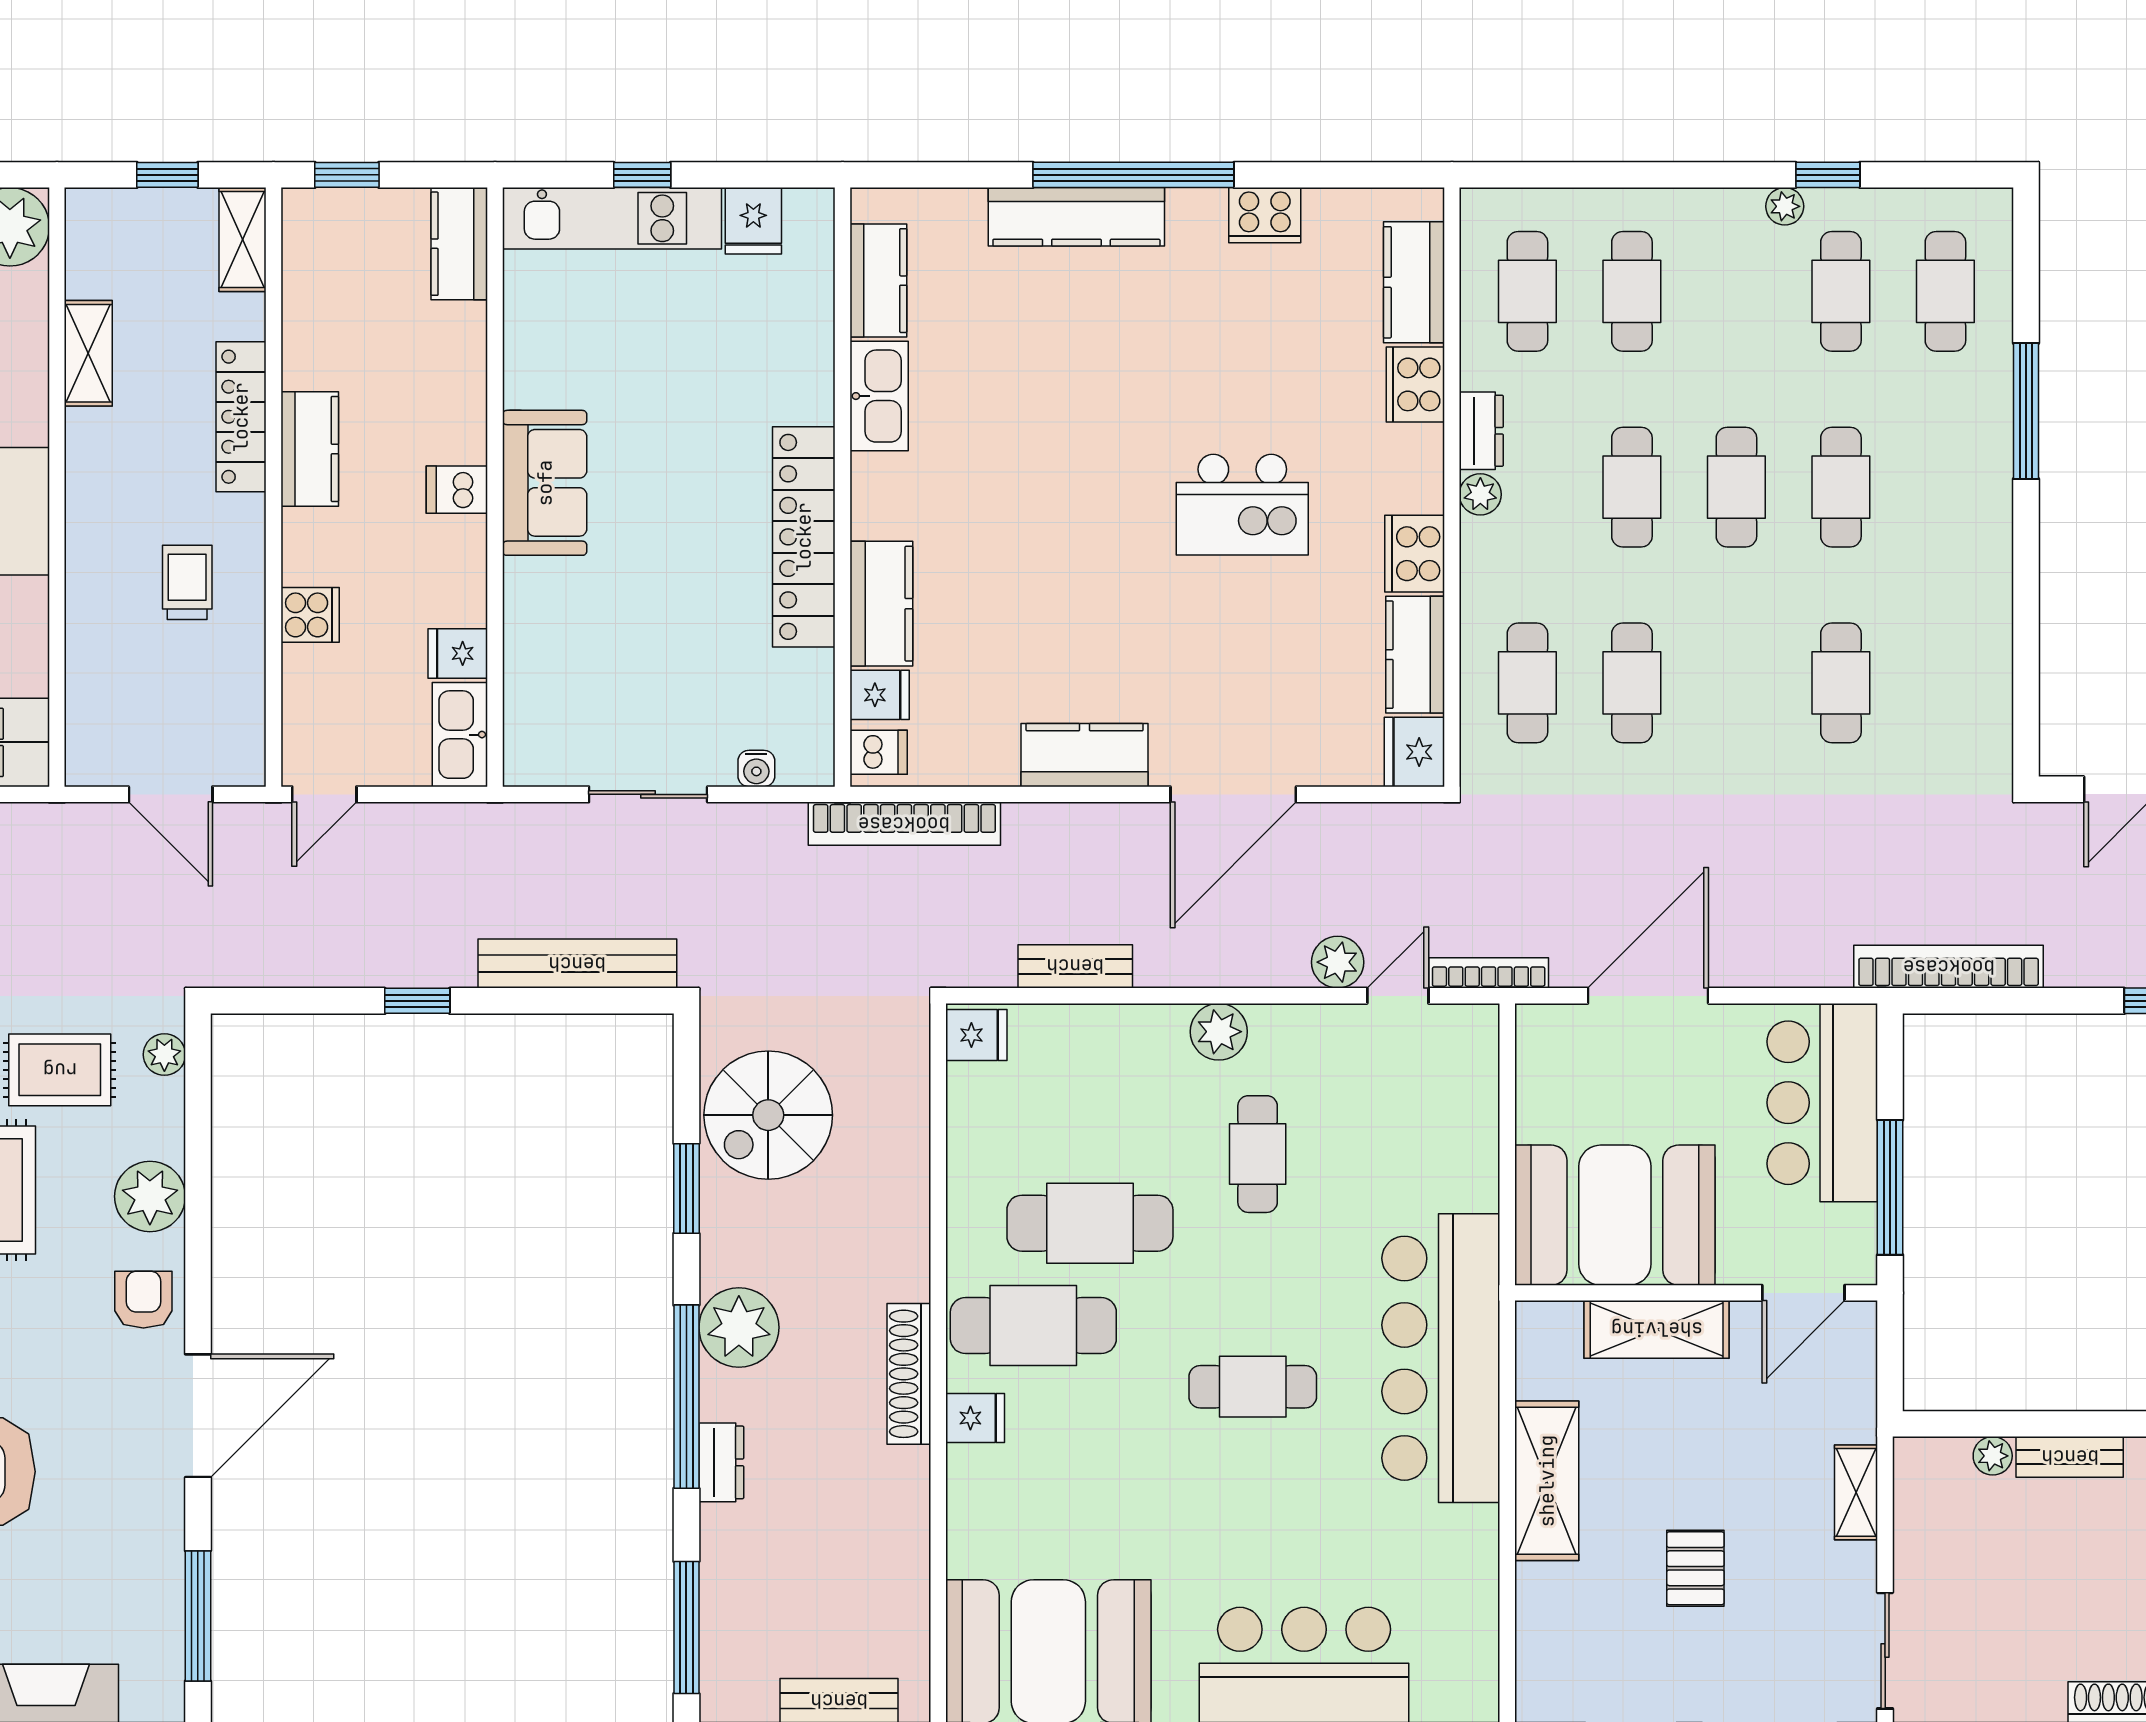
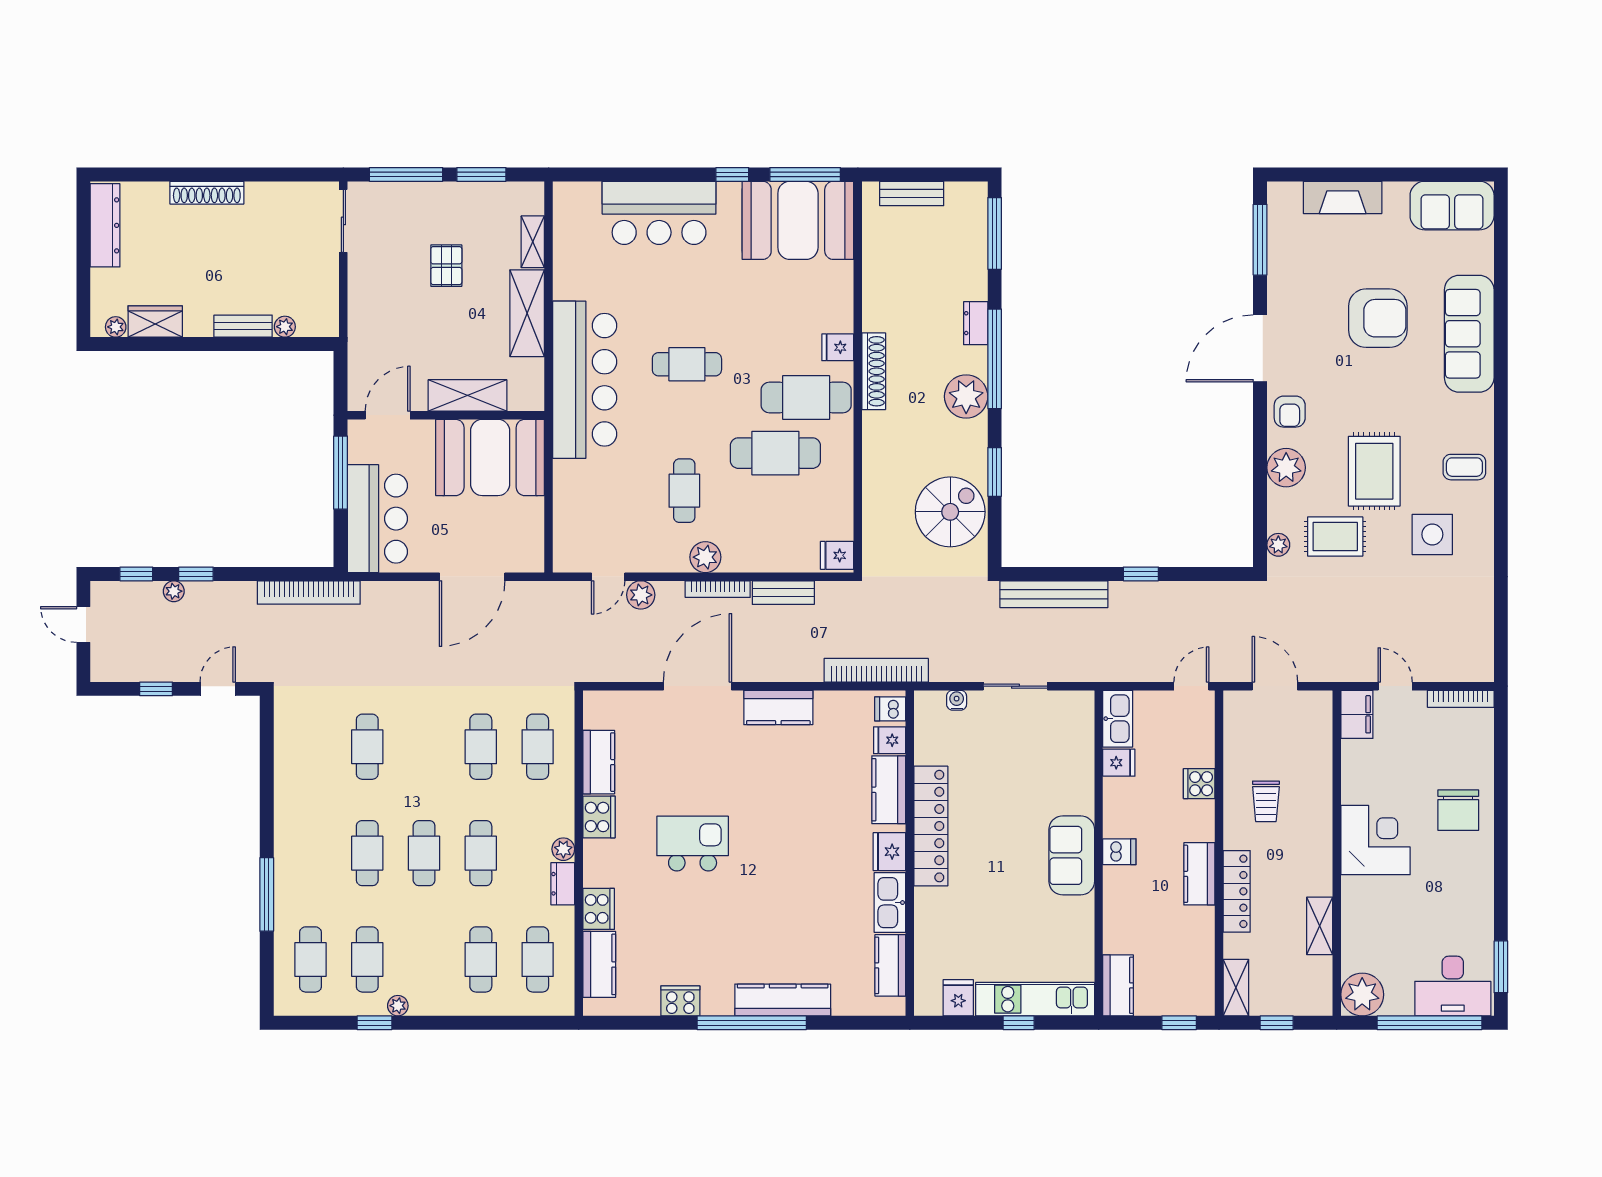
fridge: (1414, 752) -> (889, 852), moved, turned 180
bookcase: (1489, 973) -> (718, 589), moved
shelving: (1856, 1492) -> (533, 242), moved

